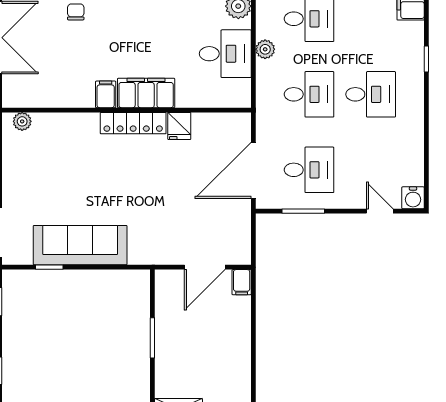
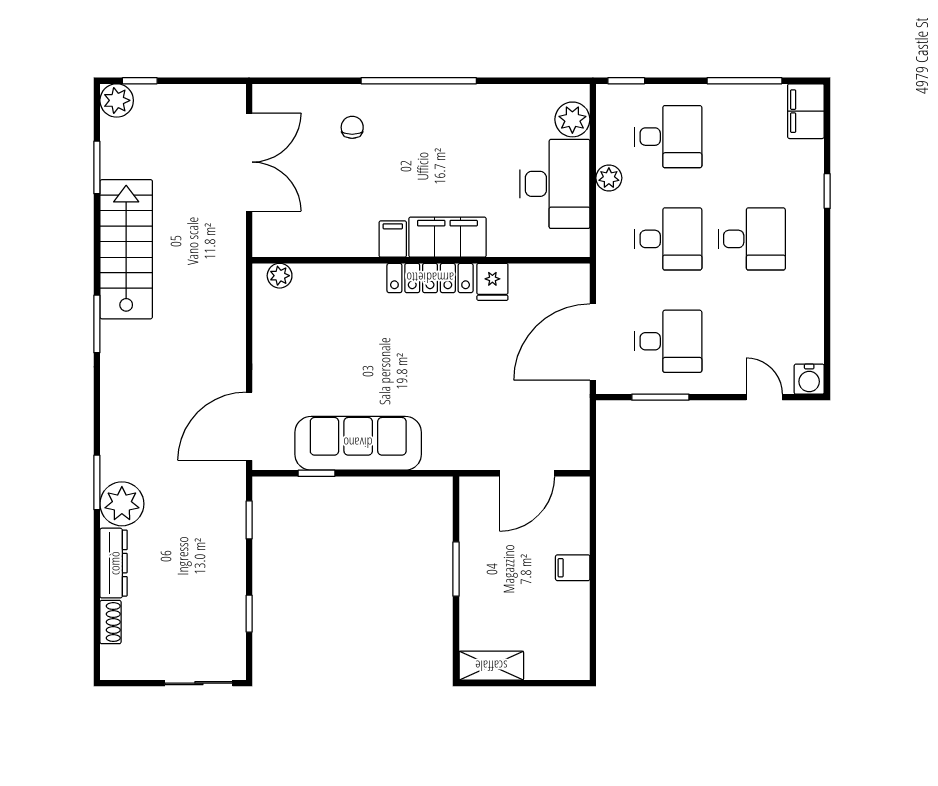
desk: (225, 54) -> (555, 184), width x1.37
filing cabinet: (242, 282) -> (573, 568), moved, turned 90

